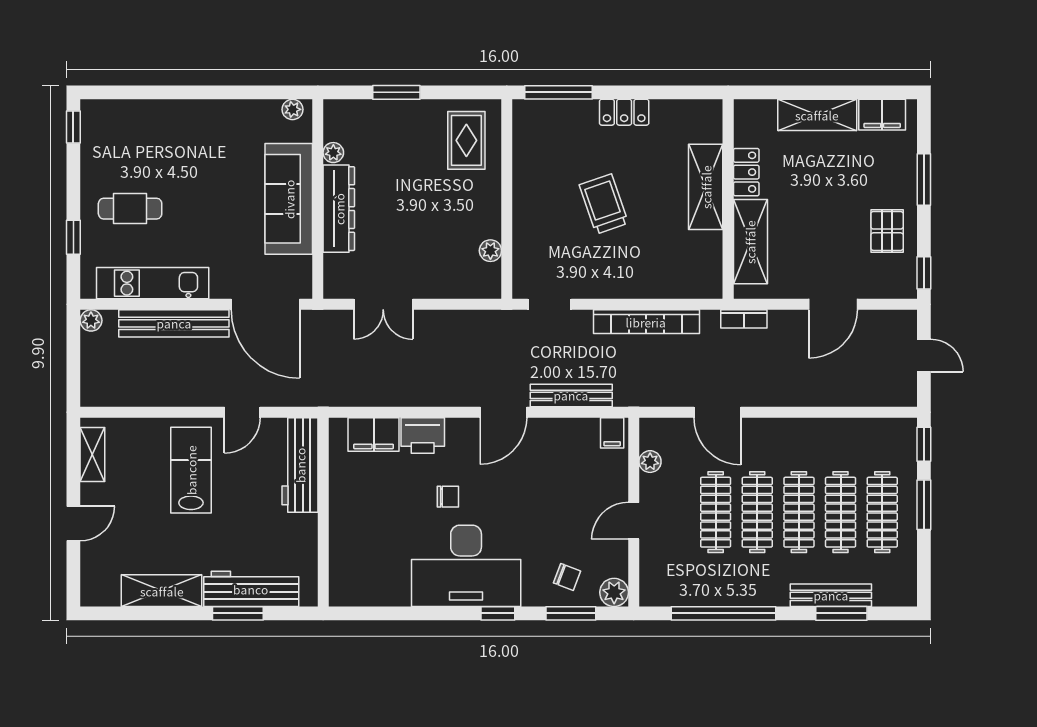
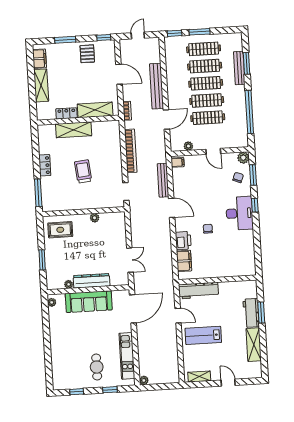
window: (73, 127) -> (77, 392), moved
trolley: (604, 204) -> (83, 171), turned 103
pallet: (887, 231) -> (87, 54), turned 90
plant: (490, 251) -> (95, 218), moved
bench: (174, 323) -> (157, 86), moved
desk: (466, 566) -> (240, 213), width x0.73, depth x0.77
workbench: (251, 589) -> (251, 313), width x0.73

